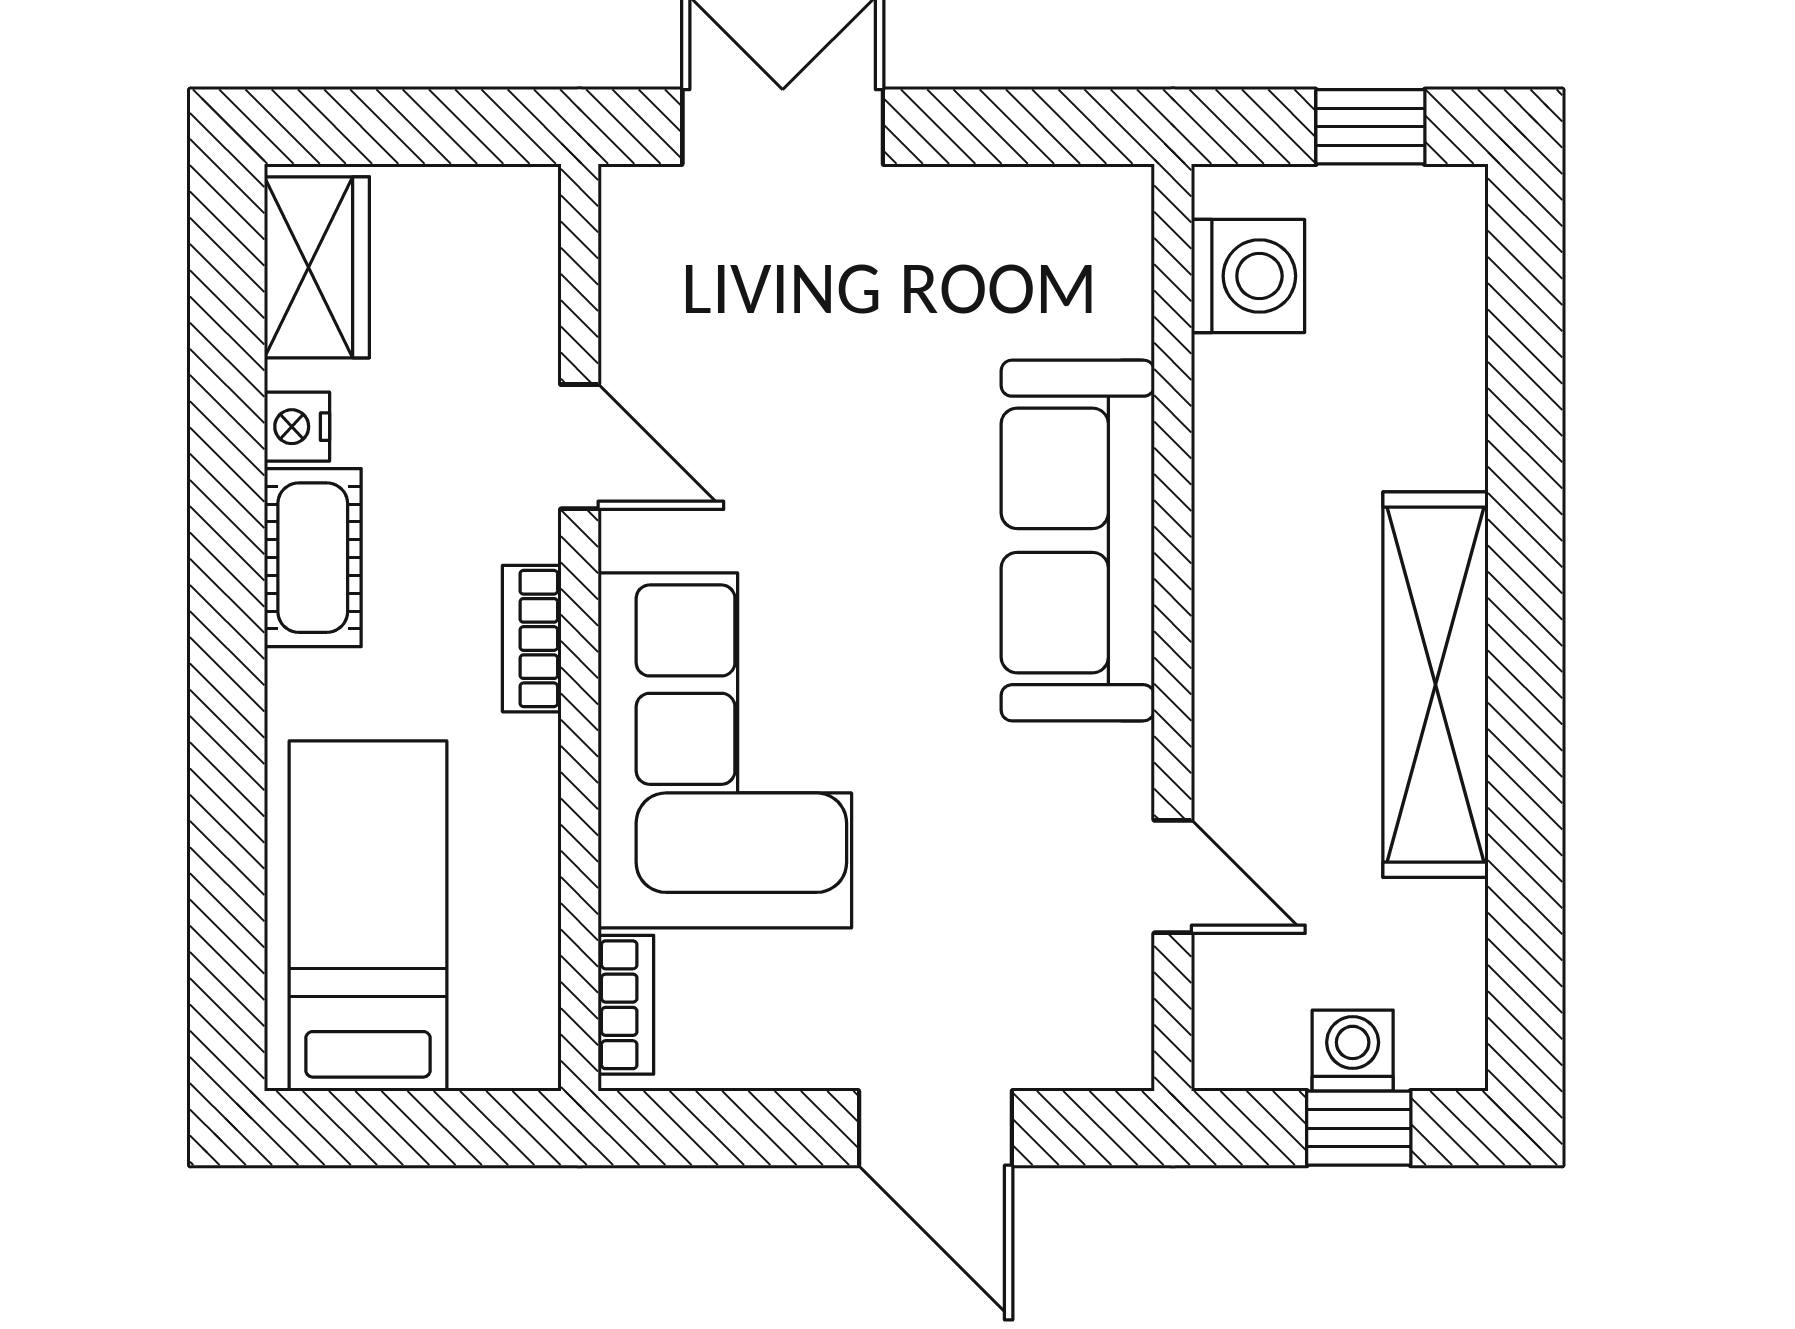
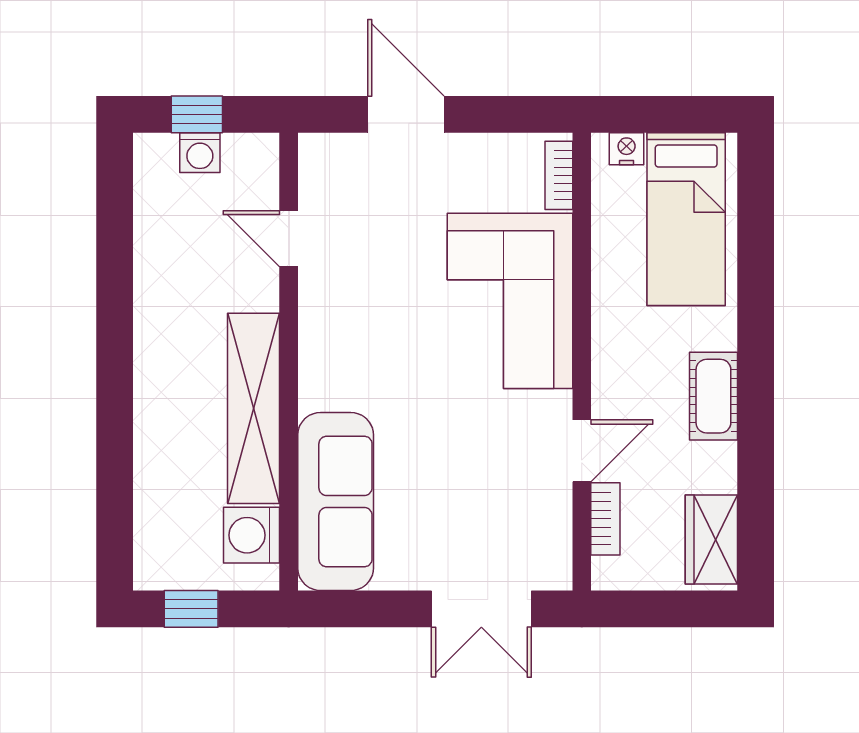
nightstand: (297, 427) -> (627, 149), moved, turned -90
door: (580, 447) -> (582, 451), swing flipped
sofa: (1078, 540) -> (336, 501), moved
bookcase: (532, 639) -> (605, 519), moved
shelving: (1436, 685) -> (253, 408), moved

